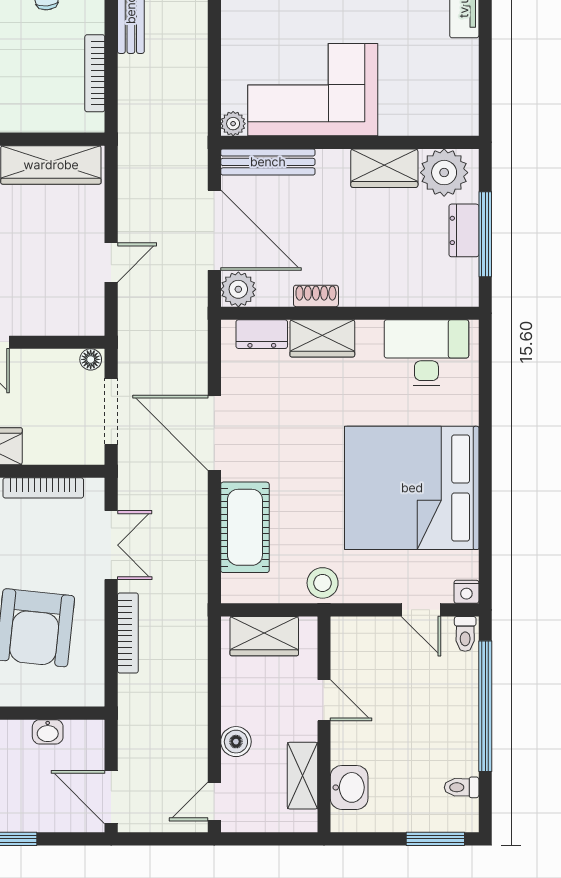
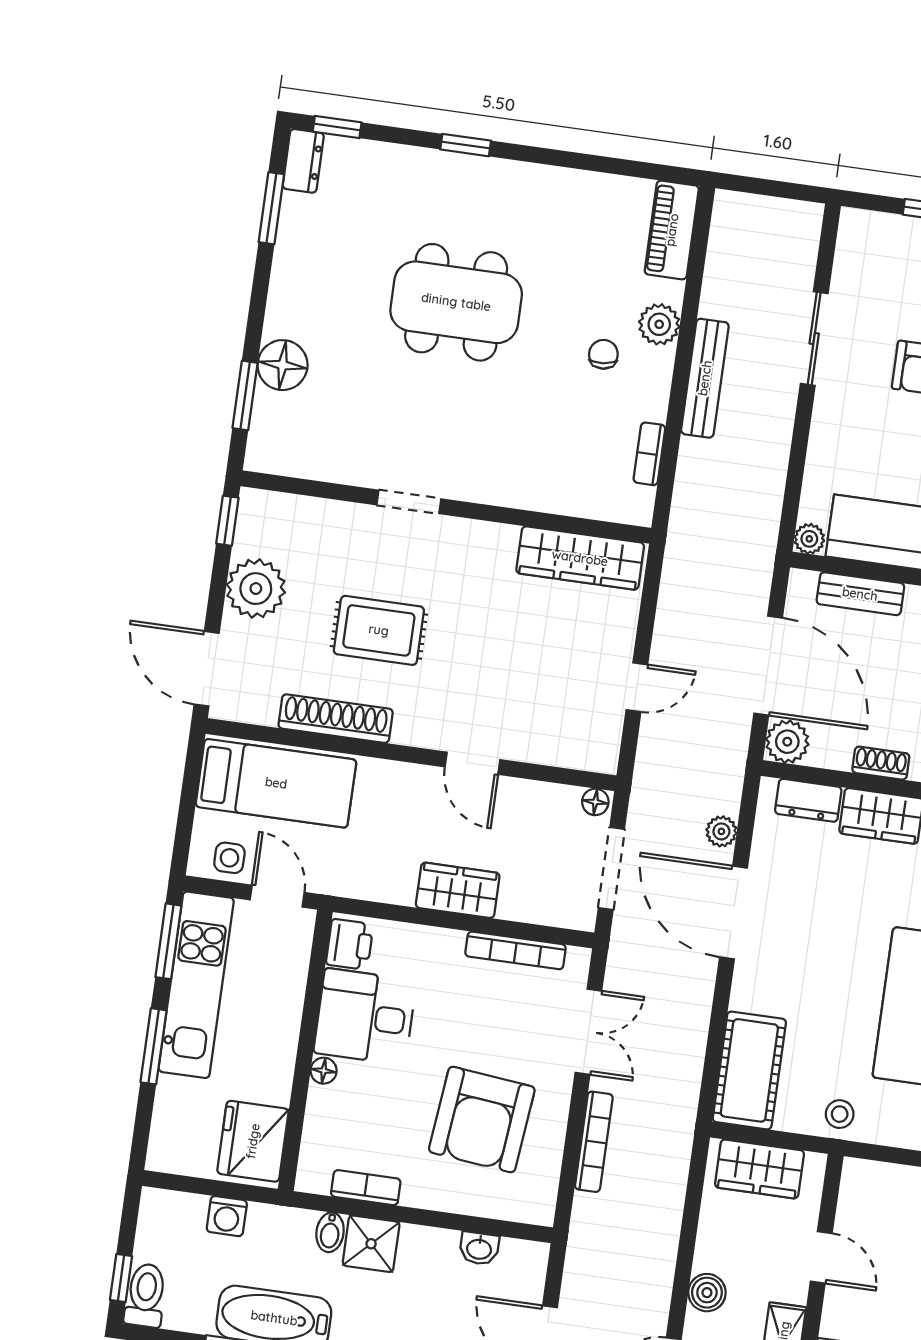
bookcase: (95, 73) -> (649, 454), width x0.64
bench: (268, 162) -> (860, 594), width x0.73
plant: (195, 369) -> (721, 831), added
cot: (245, 527) -> (749, 1070), moved
stool: (323, 583) -> (840, 1114), width x0.73, depth x0.73

